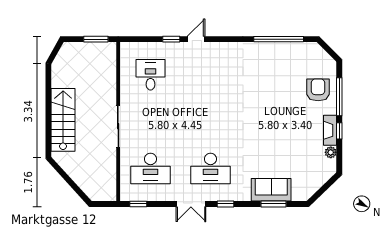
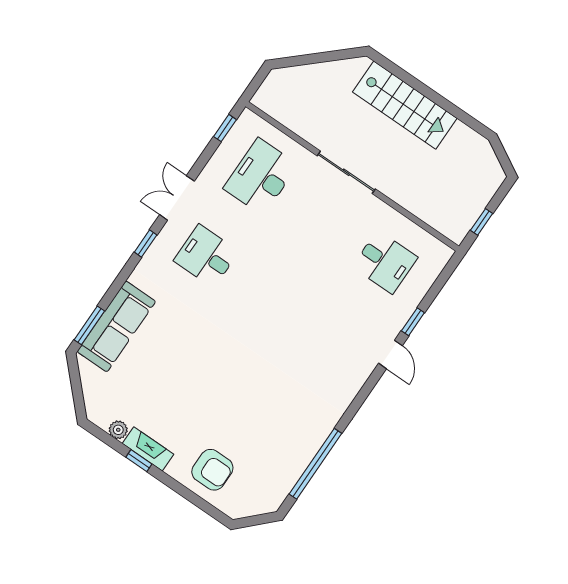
window: (96, 39) -> (482, 222), width x0.67
window: (339, 97) -> (184, 492), removed
desk: (210, 169) -> (206, 256), width x0.73
sofa: (271, 190) -> (116, 326), width x1.36
window: (274, 204) -> (89, 325), moved

